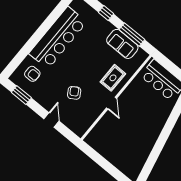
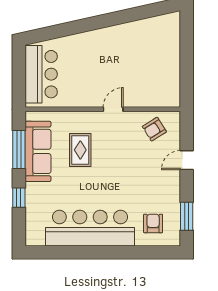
sofa: (122, 44) -> (38, 151), width x1.36
rug: (113, 78) -> (80, 150), moved, turned 90
armchair: (74, 93) -> (154, 129), moved

